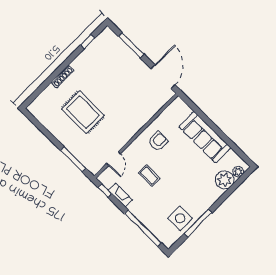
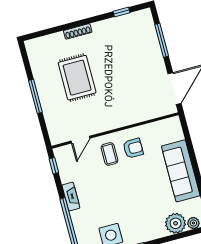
window: (73, 159) -> (35, 96), moved
coffee table: (149, 176) -> (109, 154), moved
fireplace: (120, 195) -> (71, 197), moved

